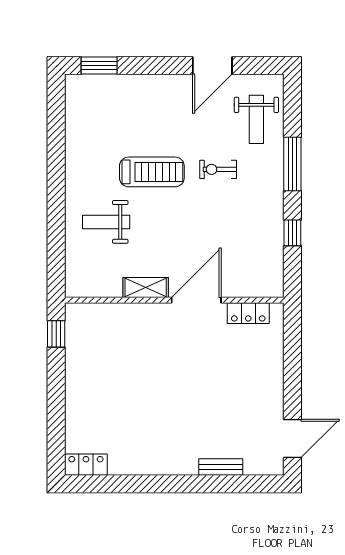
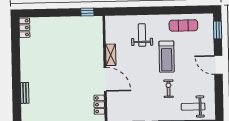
door: (212, 65) -> (218, 65), moved
exercise mat: (88, 136) -> (183, 25), added

